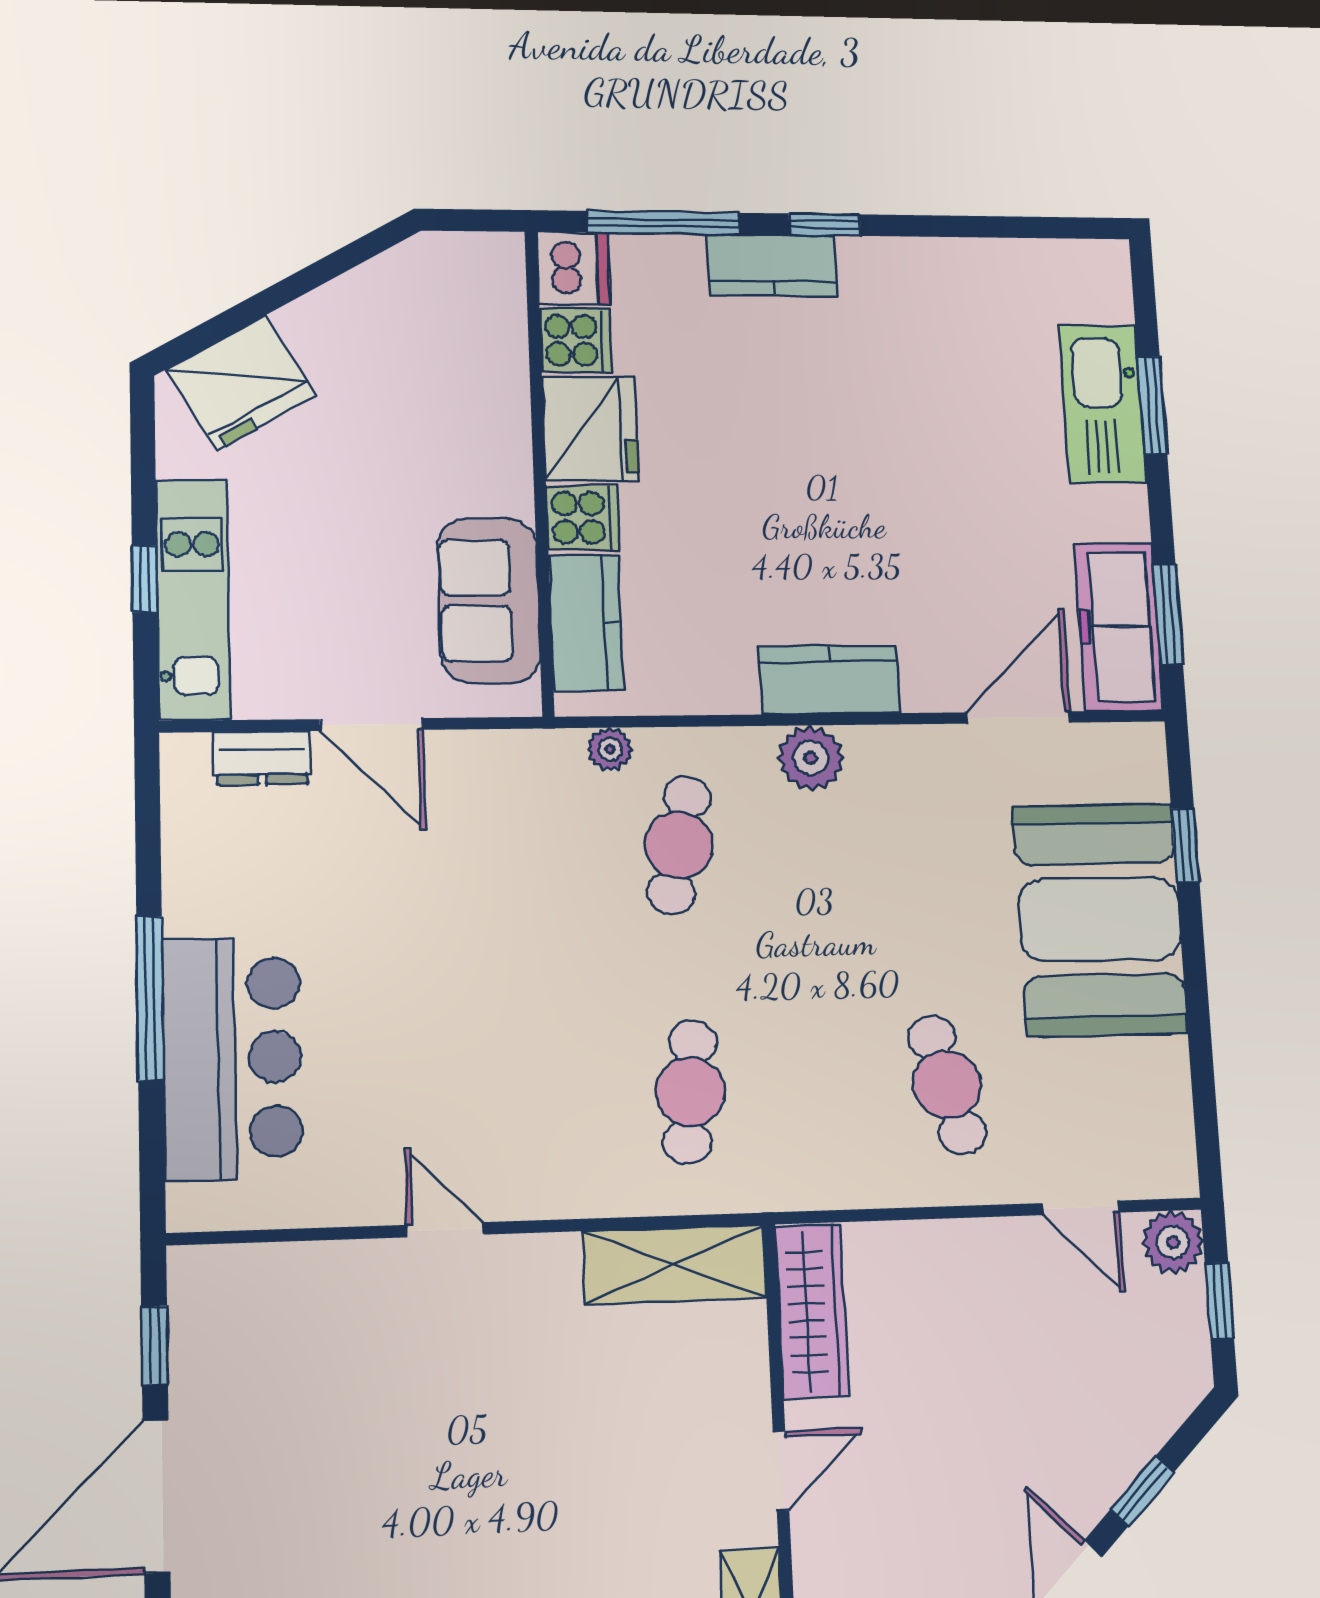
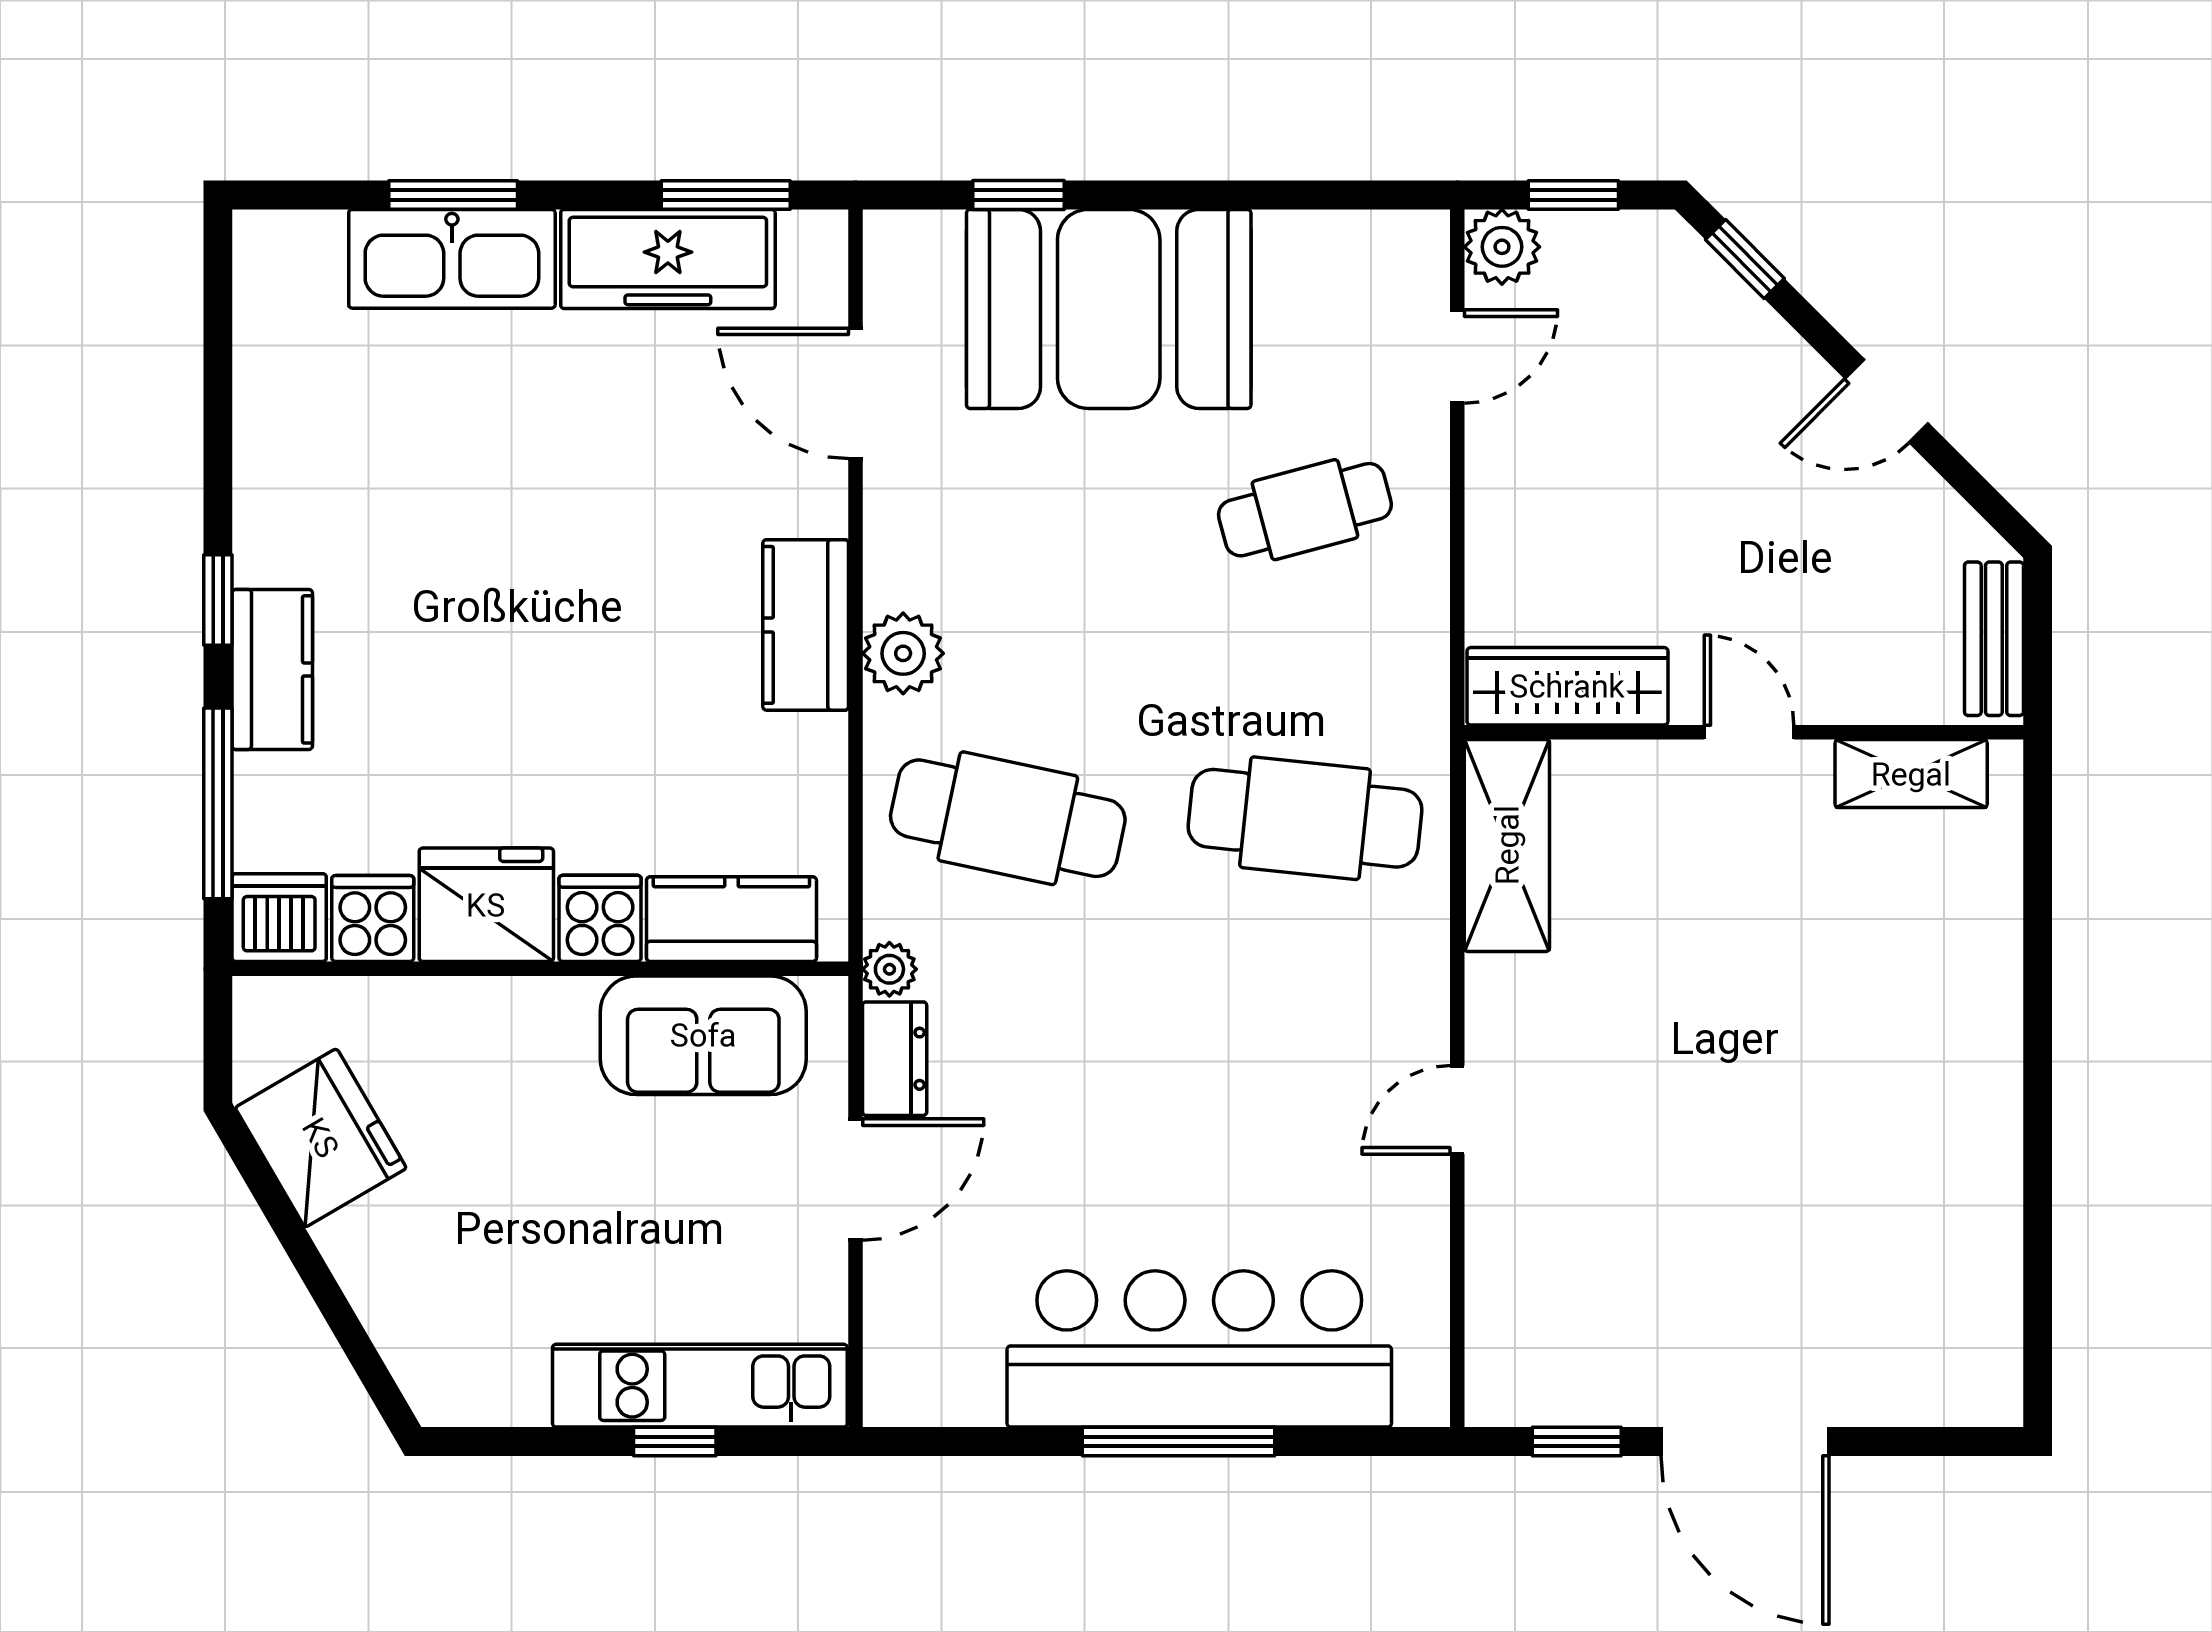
fridge: (241, 382) -> (321, 1138), moved
freezer: (1119, 627) -> (668, 259), moved
plant: (610, 749) -> (889, 969), moved
dresser: (262, 758) -> (895, 1059), moved
cafe table: (679, 845) -> (1008, 818), width x1.37, depth x1.35
bar counter: (232, 1058) -> (1199, 1349), width x1.36
cafe table: (690, 1092) -> (1305, 818), width x1.37, depth x1.35
window: (1142, 1491) -> (1745, 259), moved

